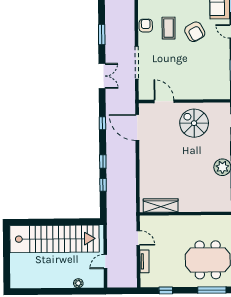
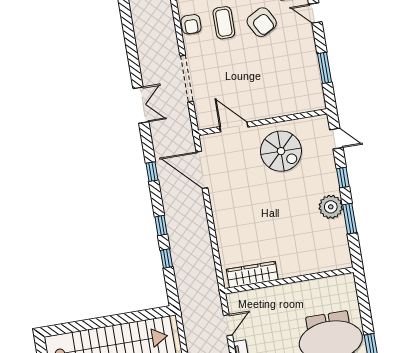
armchair: (146, 26) -> (191, 24), turned 180
window: (102, 34) -> (131, 47), removed
spiral stairs: (194, 123) -> (281, 151), turned 180
door: (138, 238) -> (228, 325), hinge flipped

